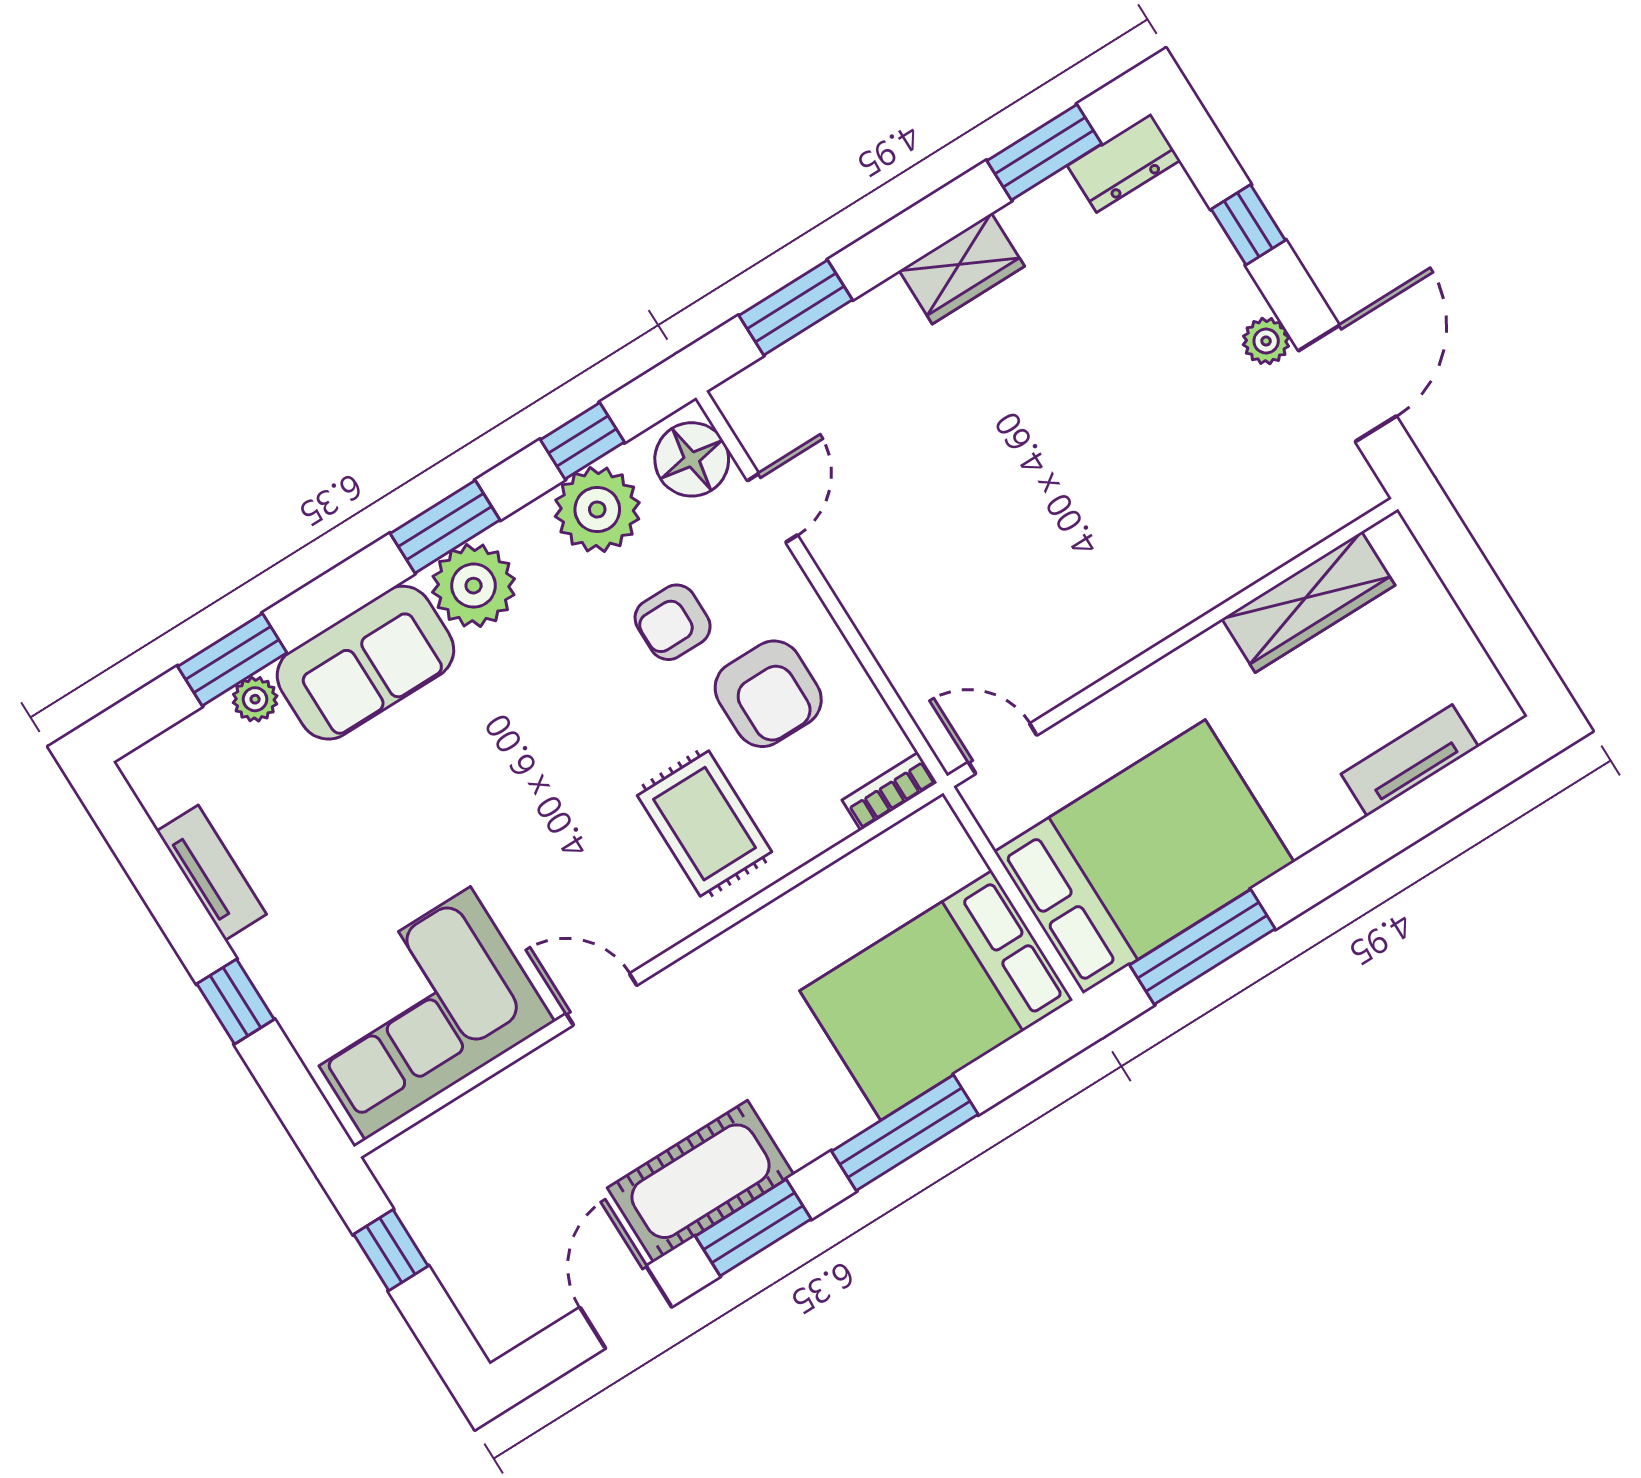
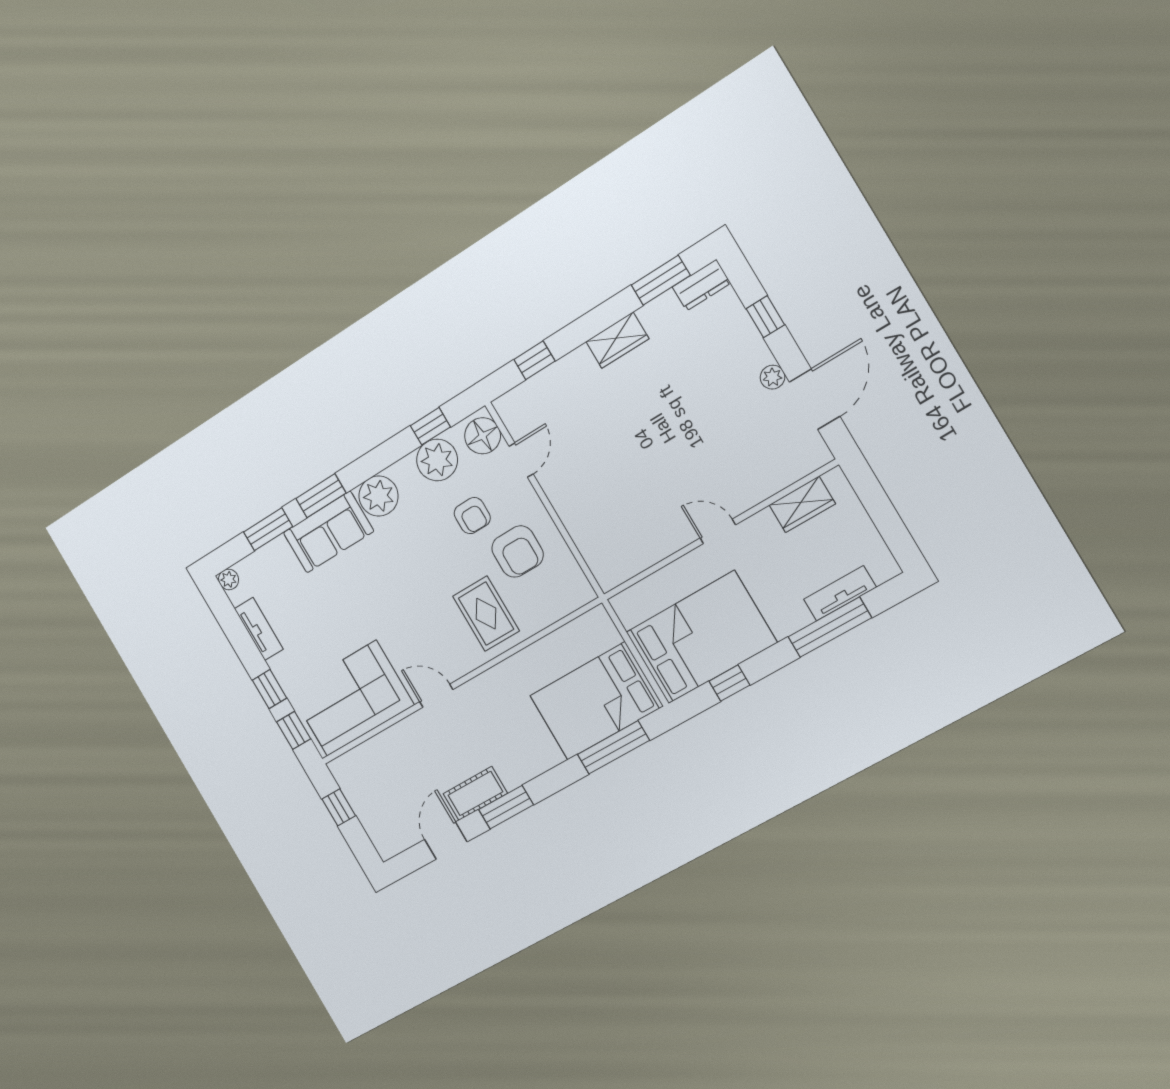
window: (796, 308) -> (534, 360), width x0.67
window: (445, 527) -> (321, 496), moved
wardrobe: (1308, 602) -> (802, 504), width x0.67
armchair: (673, 622) -> (472, 516), turned -90
plant: (255, 699) -> (229, 579), moved
door: (1003, 749) -> (718, 531), moved
bookcase: (890, 791) -> (576, 601), removed
window: (1393, 828) -> (830, 627), added
window: (1202, 947) -> (729, 683), width x0.46
window: (290, 1088) -> (294, 730), added
window: (905, 1133) -> (613, 747), moved
cot: (701, 1181) -> (475, 793), width x0.73, depth x0.75

